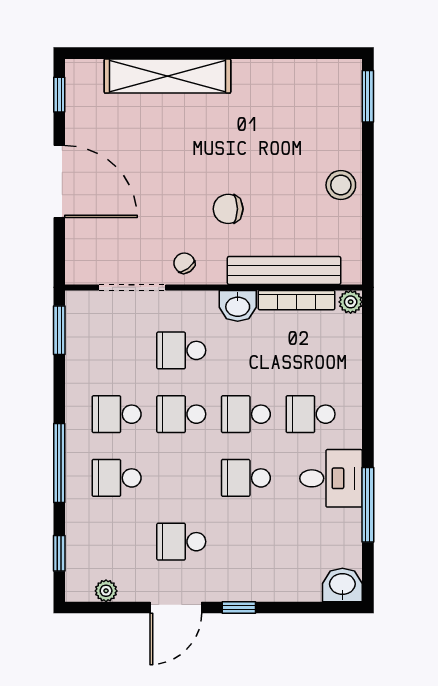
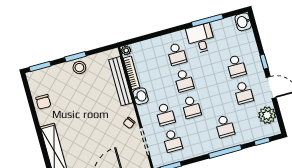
window: (368, 183) -> (75, 57), added
chair: (228, 209) -> (43, 102), moved
school desk: (117, 414) -> (172, 141), moved
school desk: (246, 478) -> (236, 66), moved
plant: (106, 591) -> (267, 115), width x1.88, depth x1.88

